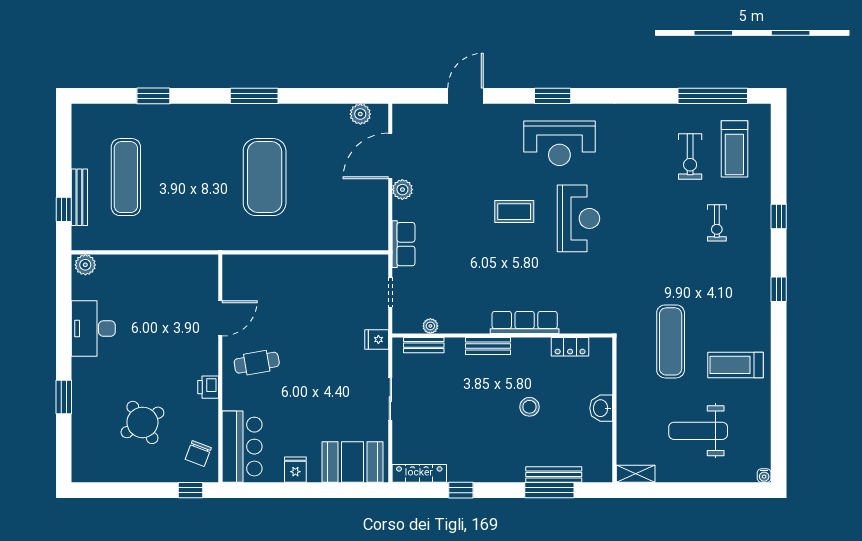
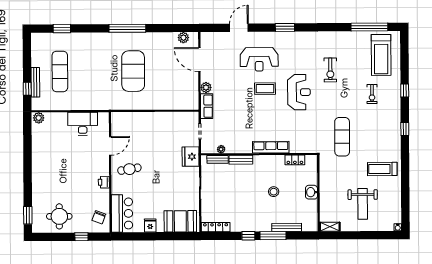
window: (153, 96) -> (62, 29), moved
window: (254, 96) -> (127, 28), width x1.46
reception desk: (559, 143) -> (259, 59), moved
treadmill: (734, 149) -> (381, 55), width x1.37, depth x1.38
door: (390, 156) -> (199, 60), hinge flipped
exercise bike: (690, 156) -> (330, 70), moved
plant: (402, 190) -> (206, 87), moved
desk: (93, 329) -> (83, 124), moved, turned 90
fridge: (377, 340) -> (191, 157), width x1.88, depth x1.34
exercise mat: (671, 341) -> (342, 137), moved
bench: (488, 346) -> (241, 160), moved
window: (64, 397) -> (28, 215), moved
round table: (142, 422) -> (59, 216), moved, turned 32
weight bench: (698, 431) -> (363, 204), turned -90
window: (191, 490) -> (81, 237), moved
window: (461, 490) -> (248, 236), moved
window: (549, 490) -> (273, 236), moved

